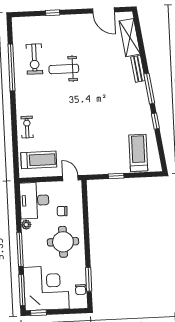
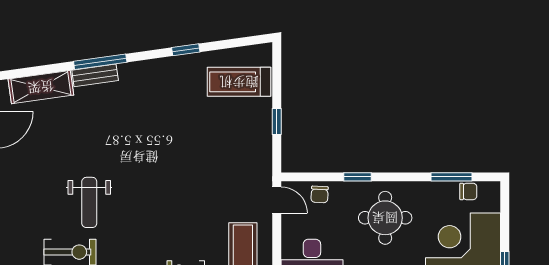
window: (149, 89) -> (100, 62), moved
door: (70, 178) -> (277, 200), swing flipped
chair: (62, 211) -> (320, 194), moved
window: (86, 225) -> (357, 177), added

